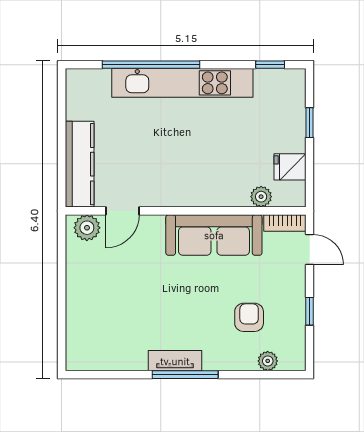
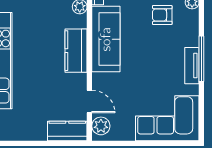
kitchen counter: (80, 164) -> (67, 131), width x0.67
kitchen counter: (197, 191) -> (76, 51), added
corner sofa: (98, 325) -> (167, 118), added

